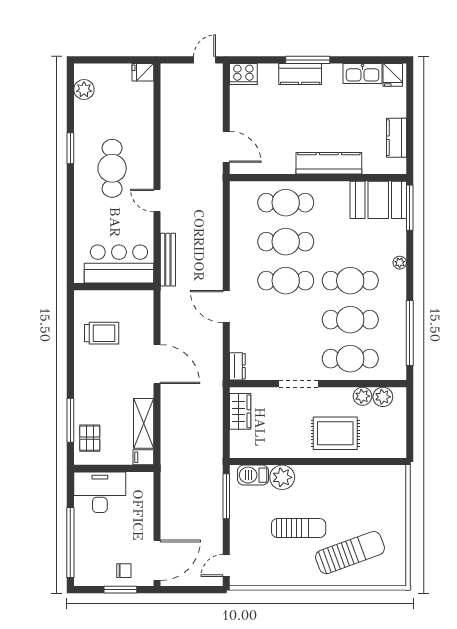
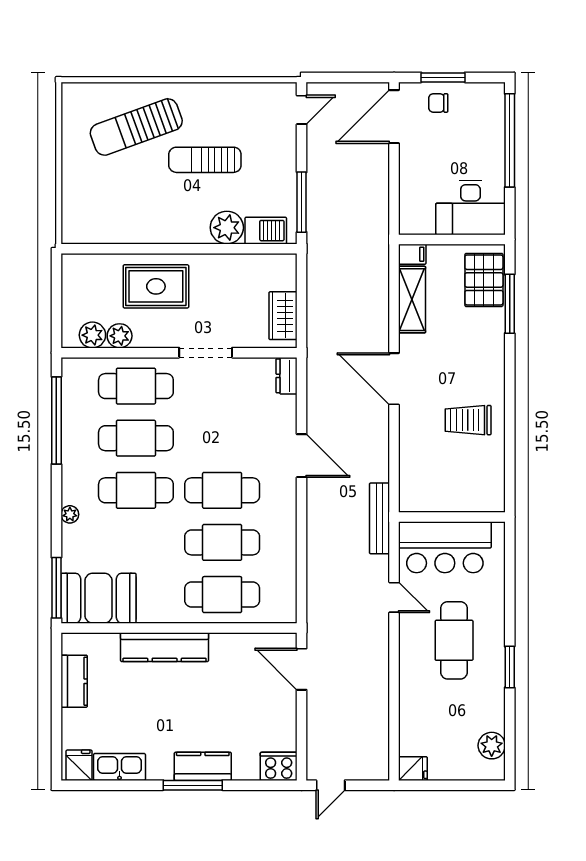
bar counter: (119, 264) -> (445, 547), moved
wall: (114, 287) -> (452, 517), moved
pallet: (90, 438) -> (484, 280), width x1.50, depth x1.42

